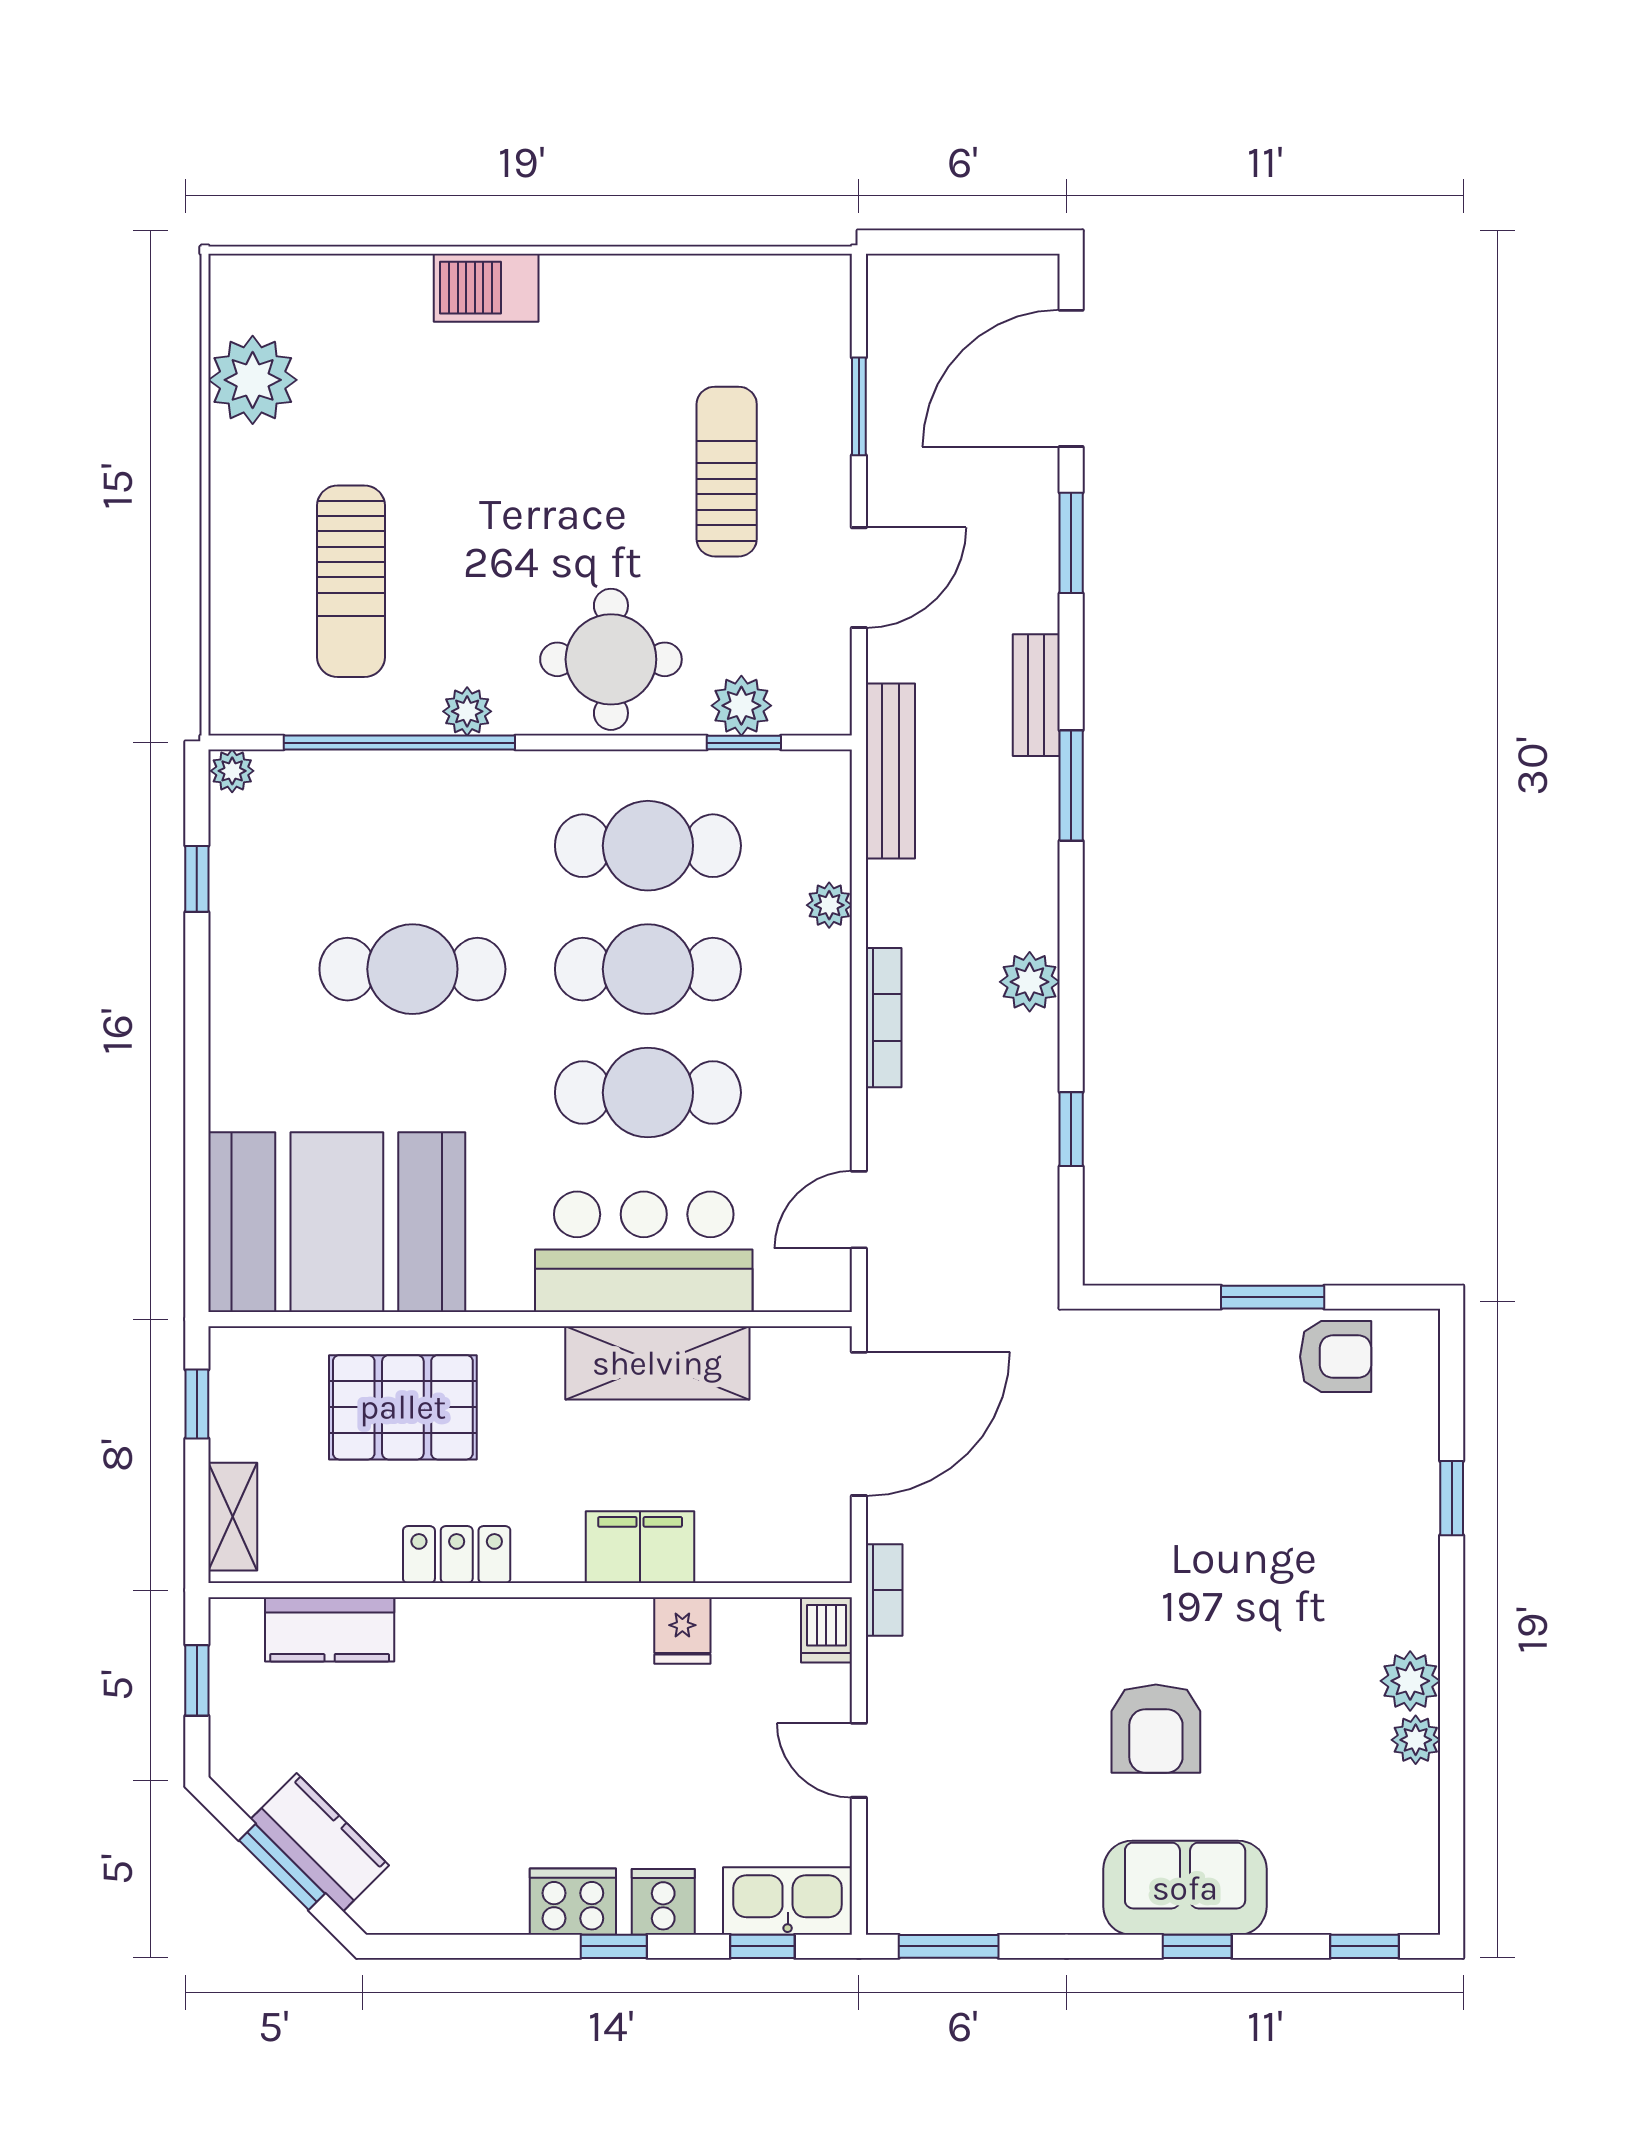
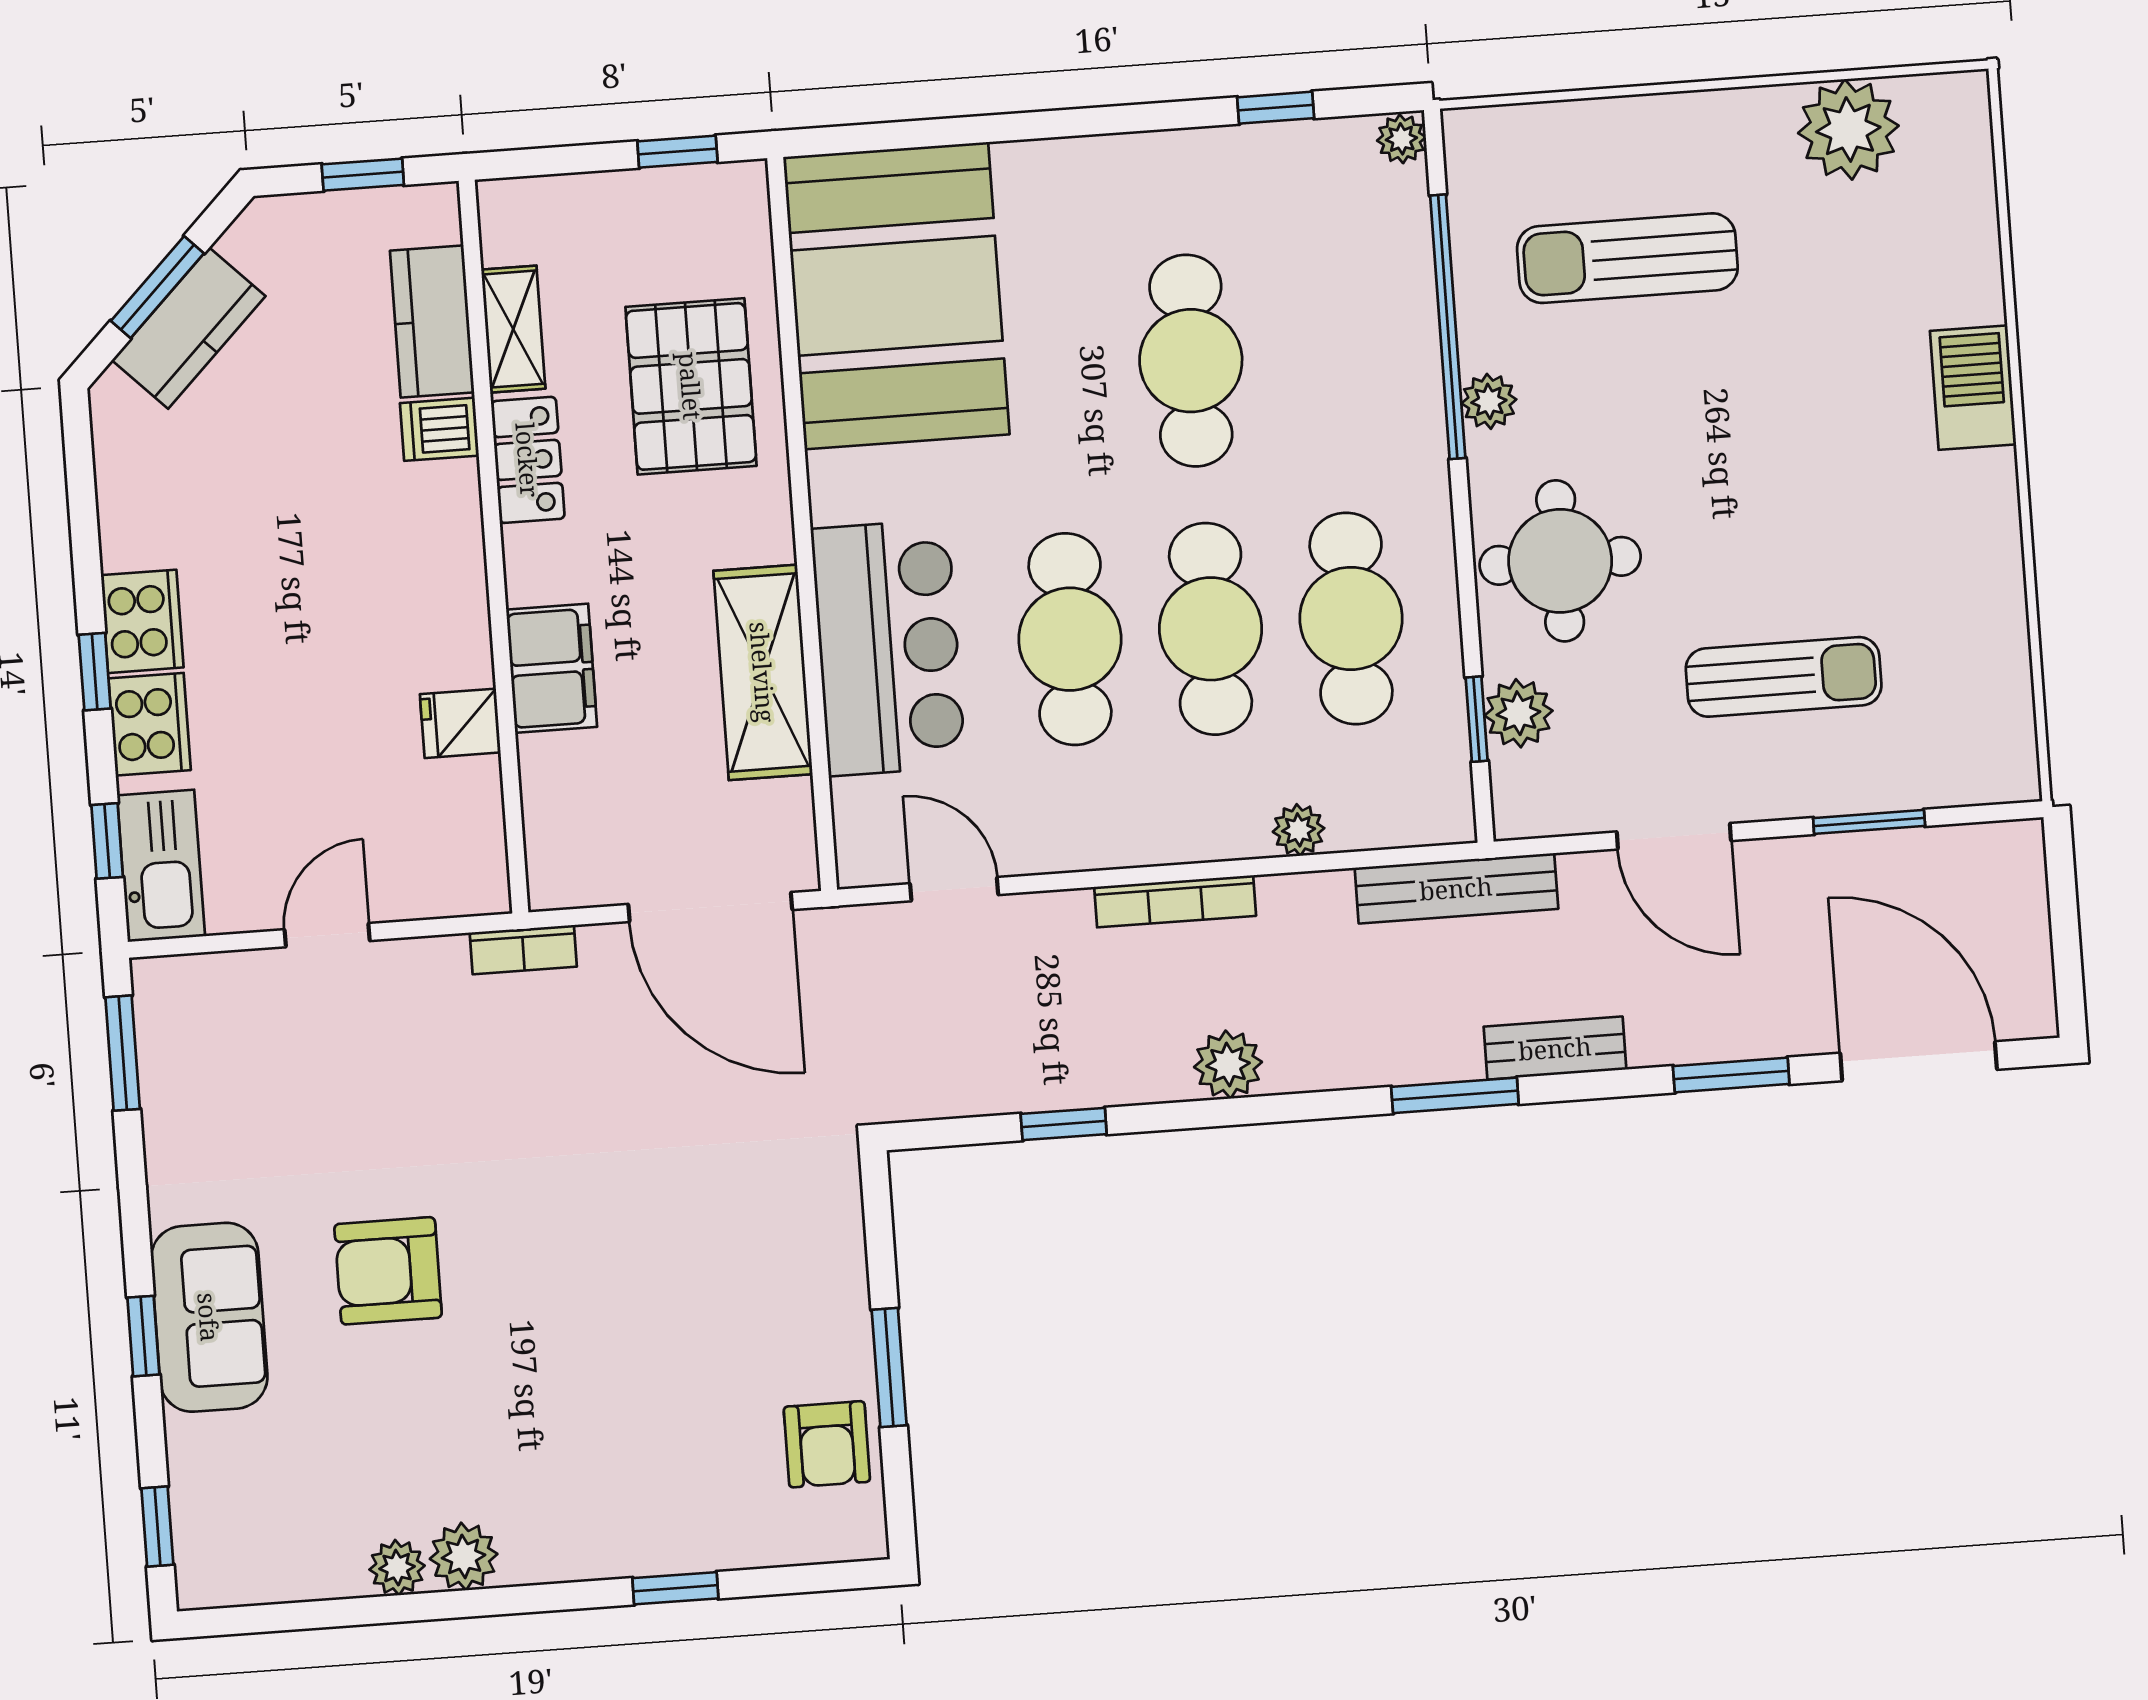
shelving: (233, 1517) -> (513, 329), moved, turned 90
dishwasher: (826, 1630) -> (439, 429), moved
cooker: (663, 1902) -> (150, 724), width x1.36

